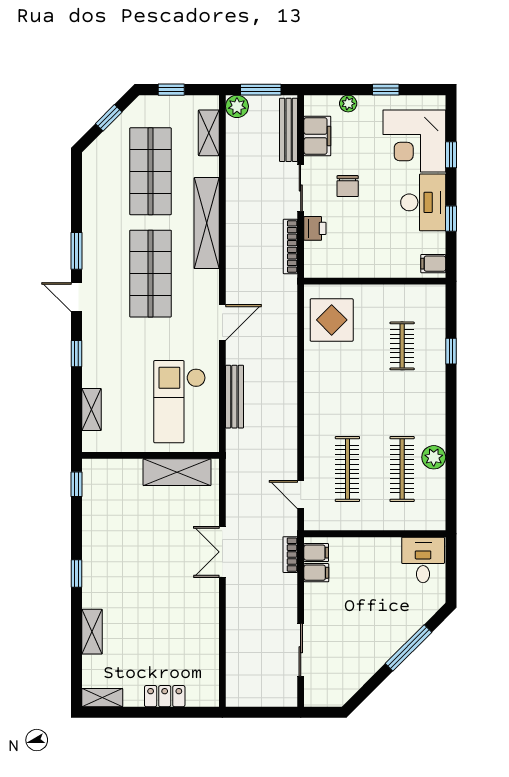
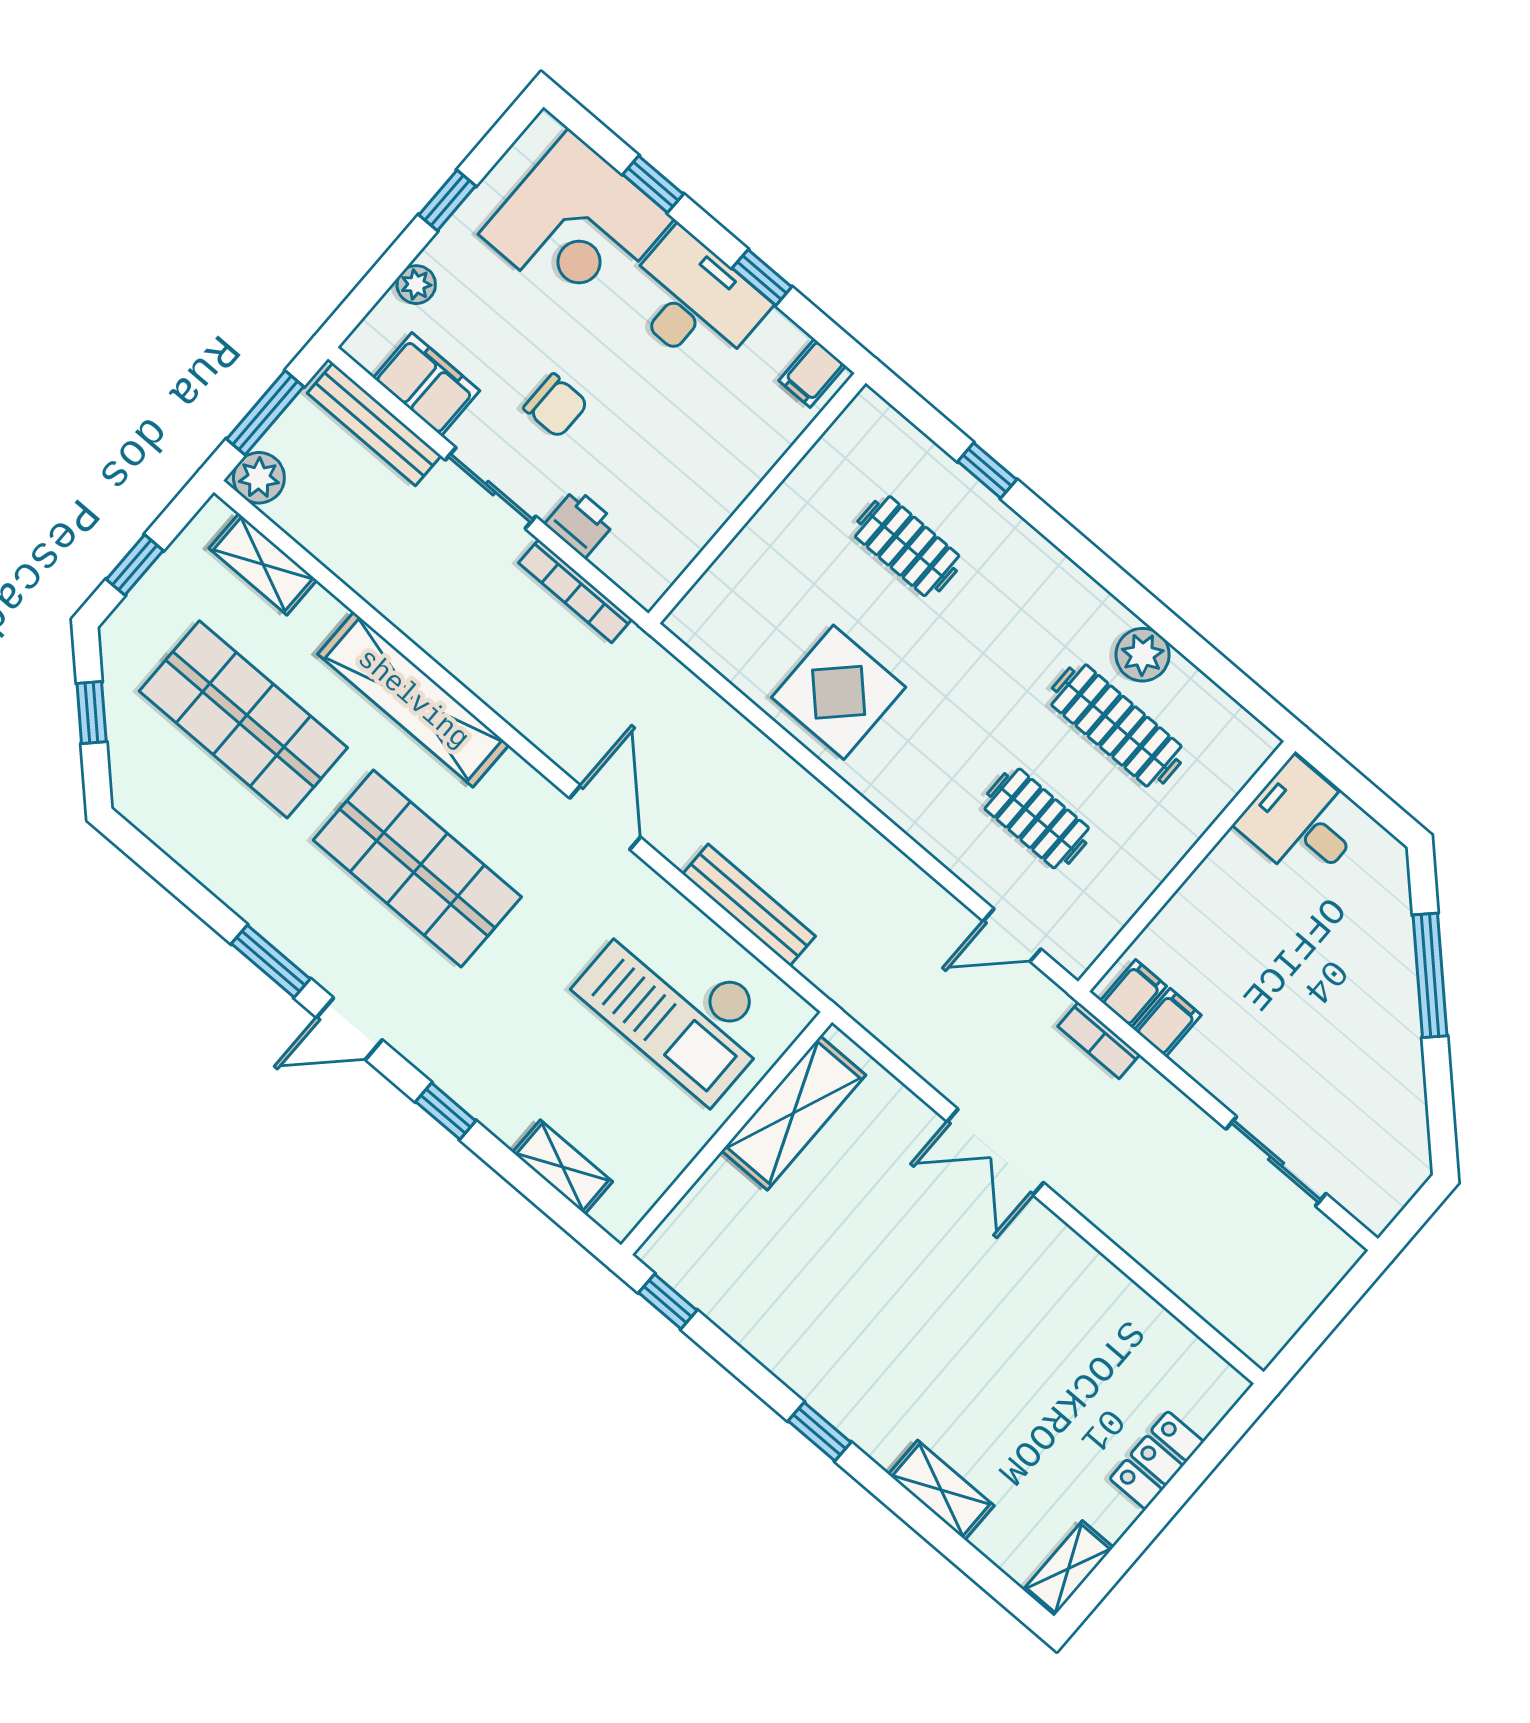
display table: (332, 320) -> (839, 692), moved
clothes rail: (347, 469) -> (1037, 818), width x0.73

